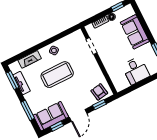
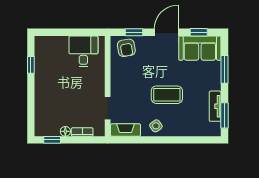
sofa: (135, 32) -> (46, 99), removed
fireplace: (30, 59) -> (125, 130), moved
desk: (136, 71) -> (83, 51), moved
coffee table: (57, 75) -> (167, 95), width x0.73, depth x0.76

